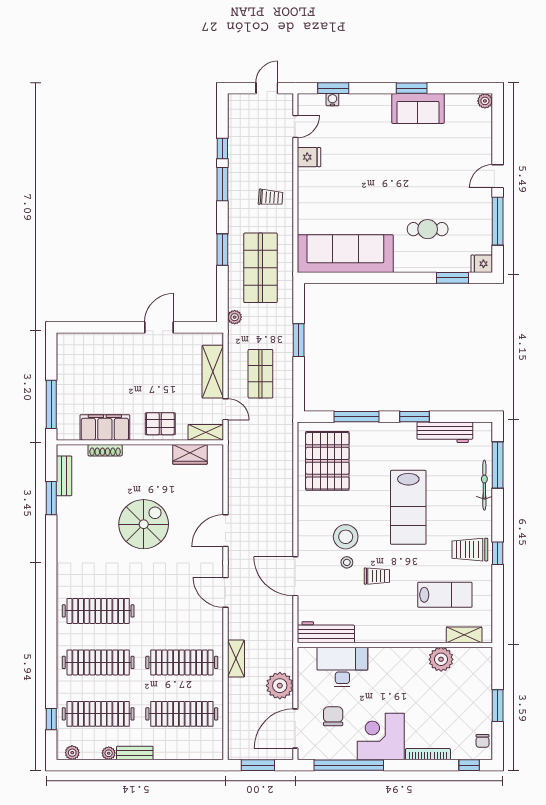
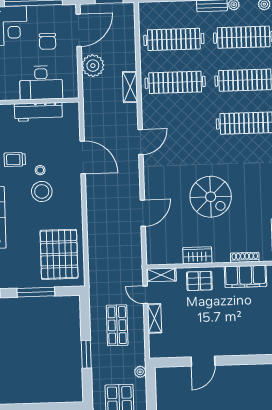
shelving: (213, 372) -> (154, 318), width x0.67, depth x0.75
wardrobe: (190, 454) -> (197, 255), moved
spiral stairs: (144, 524) -> (211, 197), turned -90
door: (226, 531) -> (143, 213), moved
door: (226, 592) -> (141, 142), hinge flipped
workbench: (326, 632) -> (38, 112), moved

